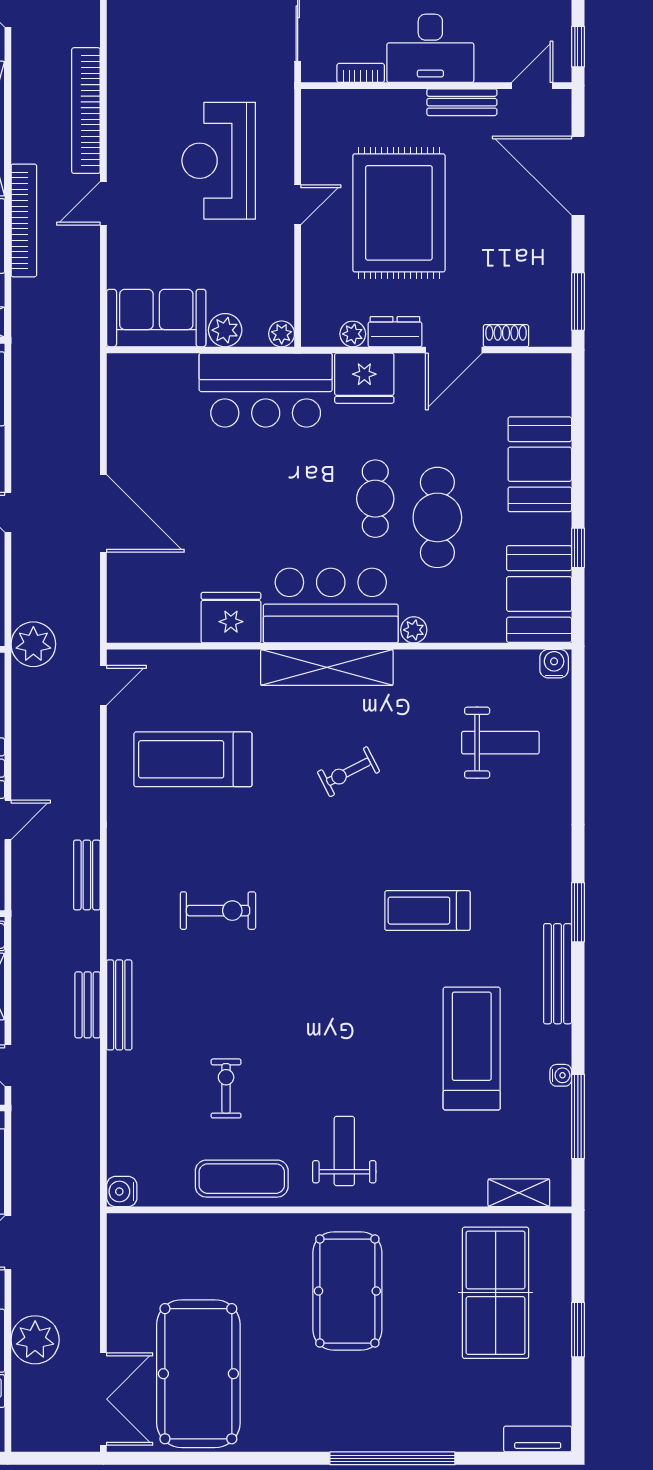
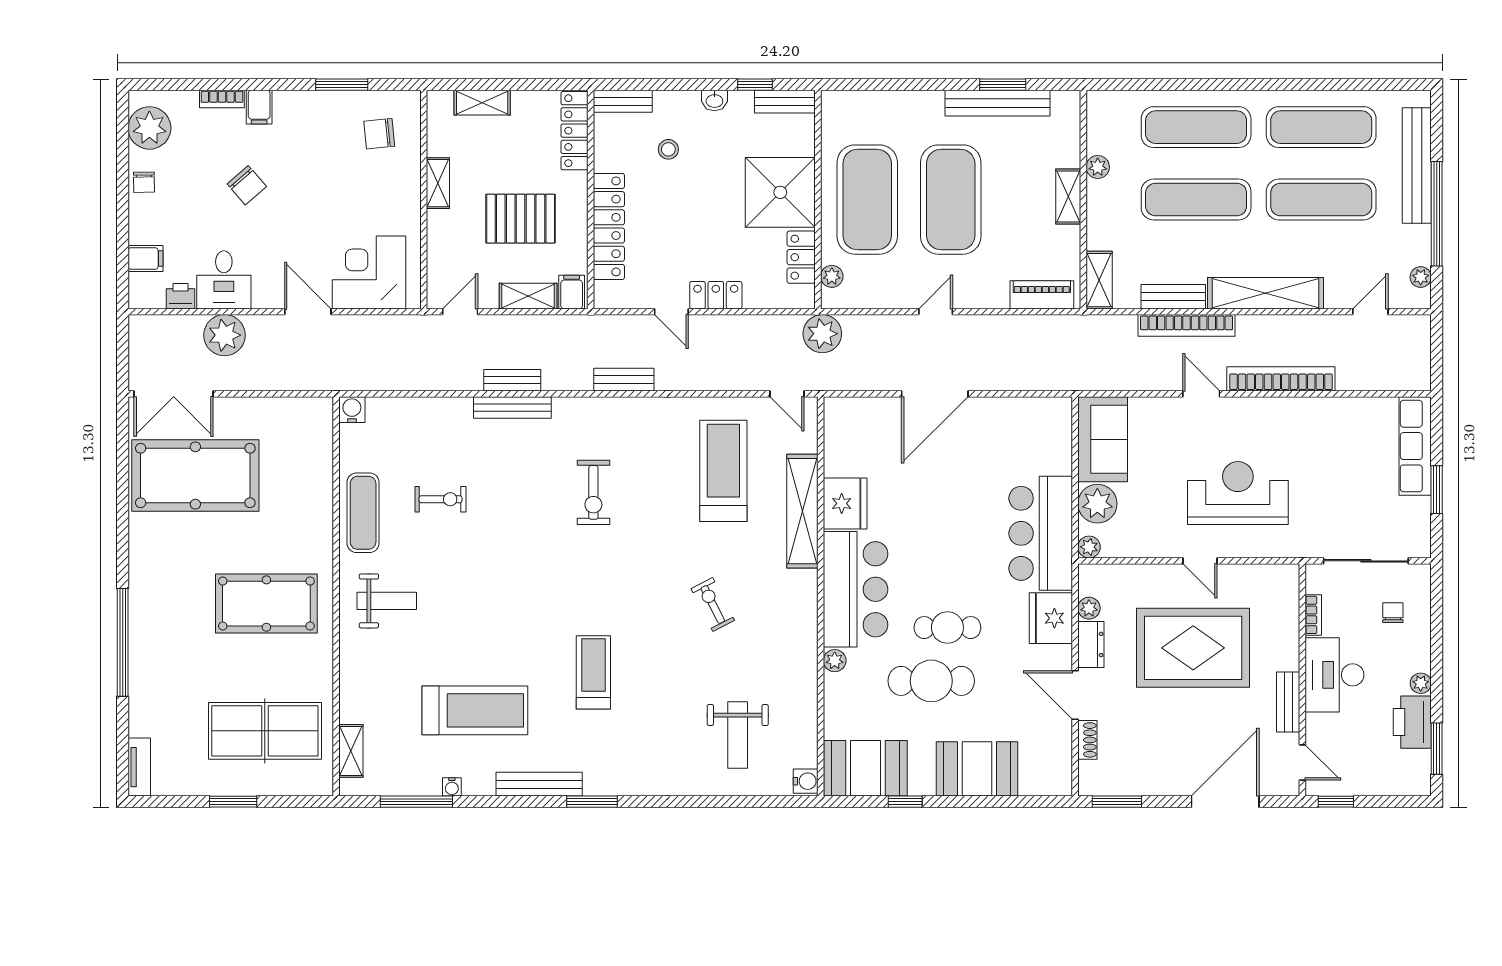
plant: (225, 330) -> (1097, 504), width x1.36, depth x1.36
shelving: (327, 667) -> (802, 511), moved

